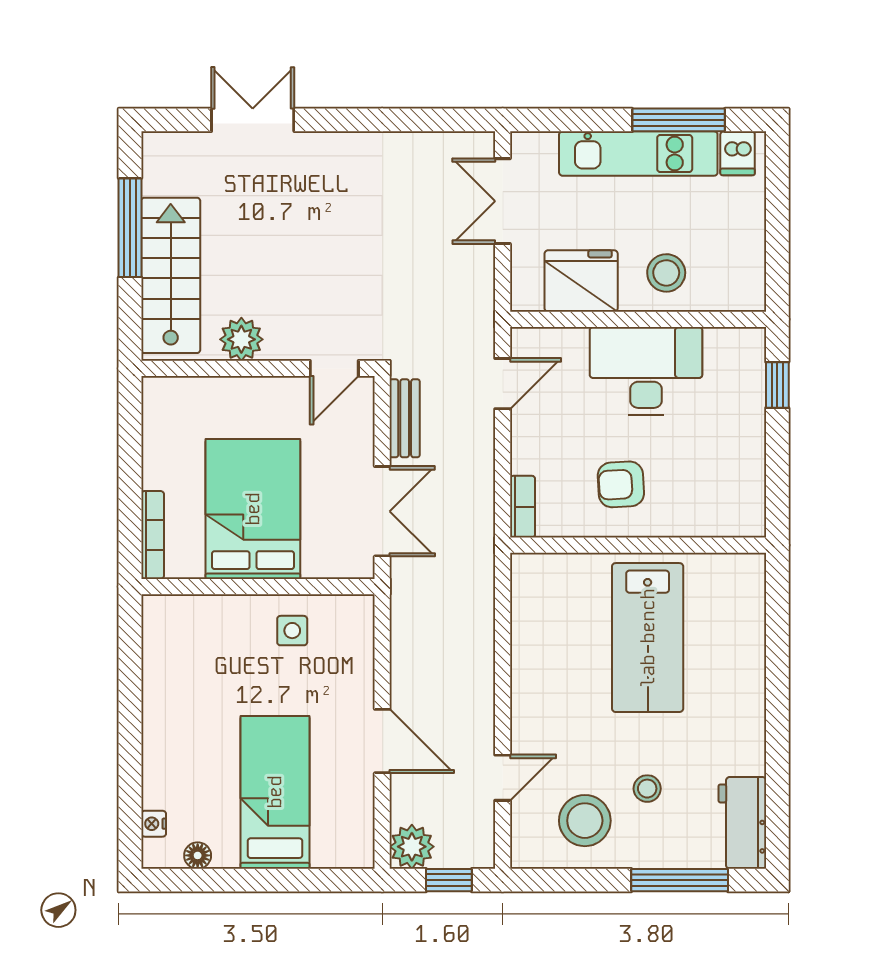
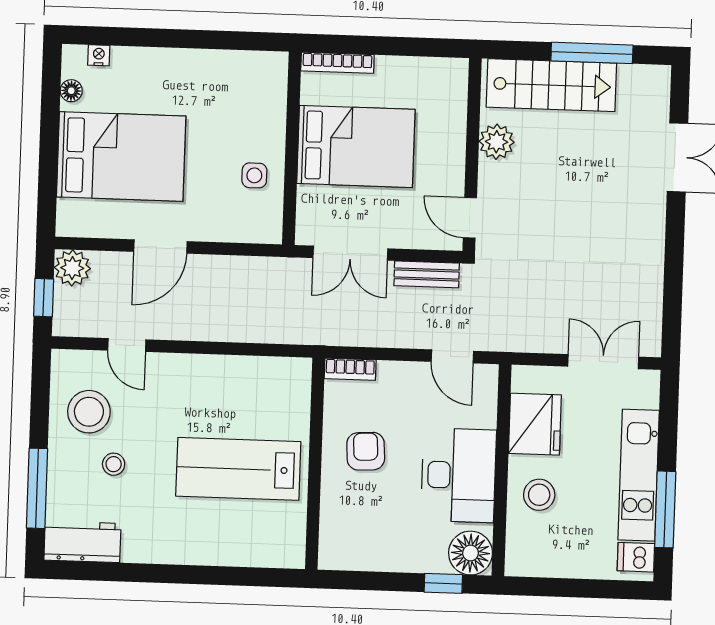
floor lamp: (740, 353) -> (471, 553), added
bed: (275, 792) -> (121, 157), width x1.50

